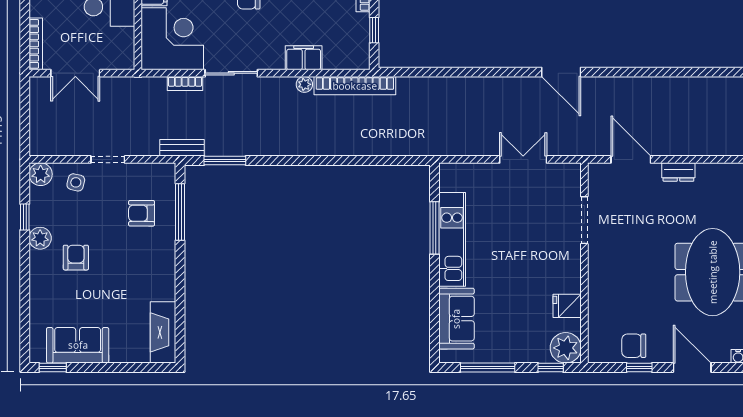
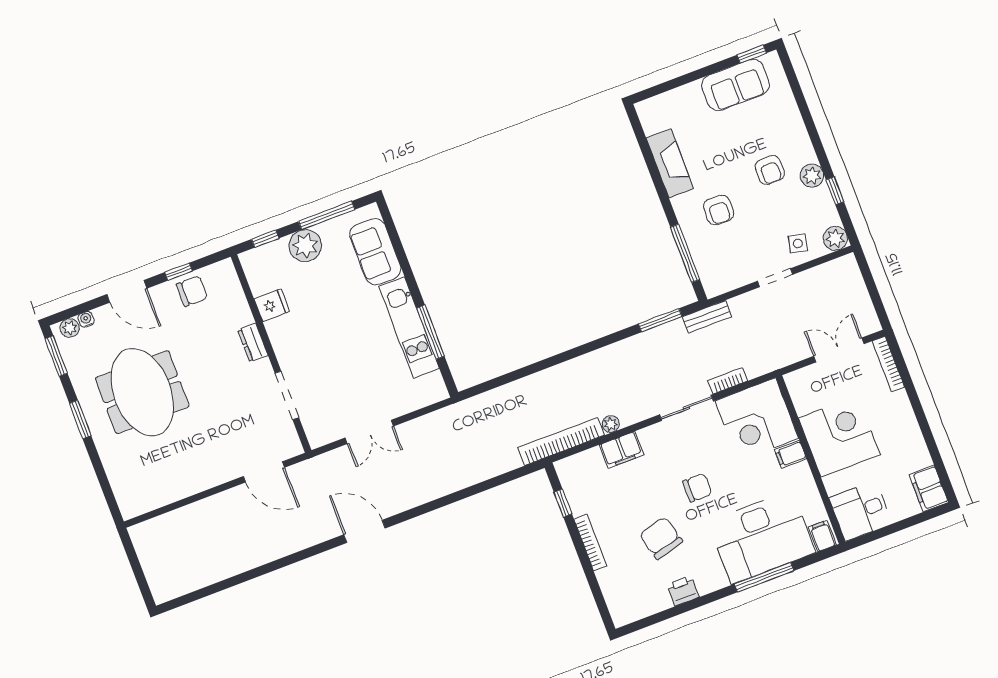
dresser: (678, 172) -> (253, 343), moved, turned -90
armchair: (142, 213) -> (719, 210), moved, turned 93
fireplace: (163, 332) -> (670, 163), moved
plant: (566, 348) -> (305, 246), moved

